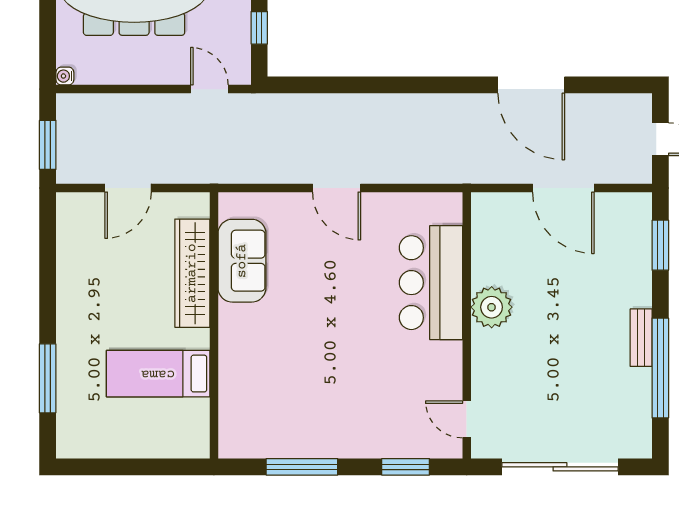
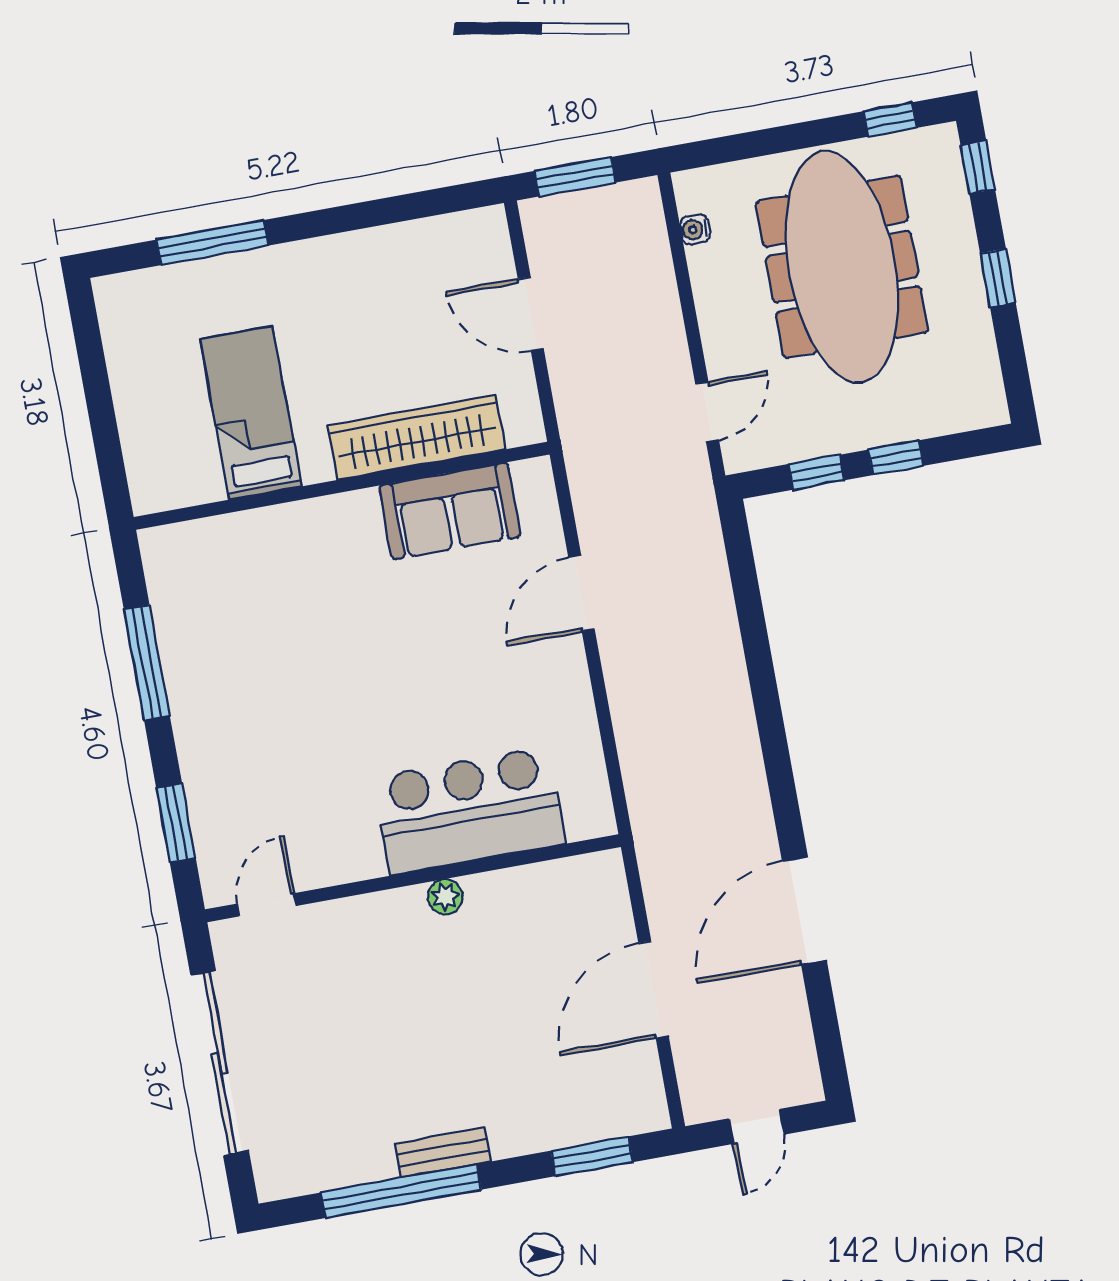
water cooler: (65, 76) -> (695, 229), moved, turned -90
door: (337, 188) -> (582, 593), moved
plant: (492, 307) -> (445, 897), width x0.53, depth x0.53

